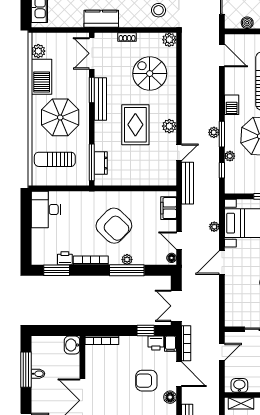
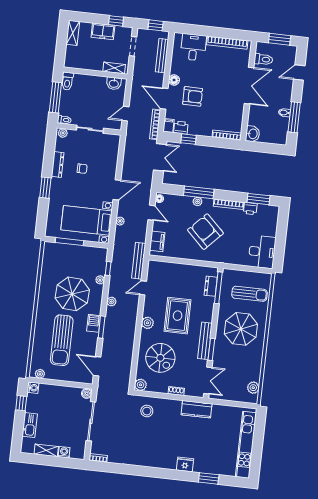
boiler: (247, 23) -> (87, 393), moved
barbecue: (42, 77) -> (253, 365), removed
plant: (169, 126) -> (147, 323), moved
window: (222, 134) -> (102, 327), moved

